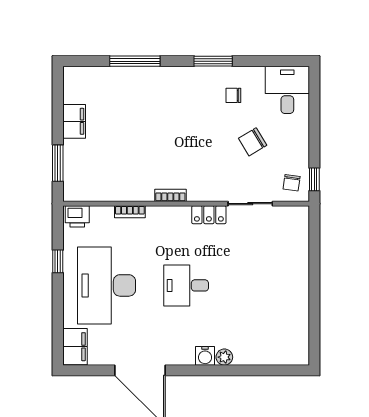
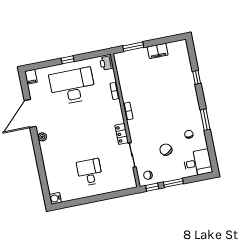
window: (135, 61) -> (197, 77), width x0.46
window: (314, 140) -> (173, 183), added
window: (58, 261) -> (68, 60), moved
desk: (186, 285) -> (90, 172), moved
filing cabinet: (75, 347) -> (31, 77), width x0.50
water cooler: (205, 356) -> (55, 198), moved
plant: (224, 357) -> (42, 137), moved

